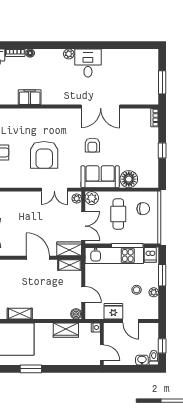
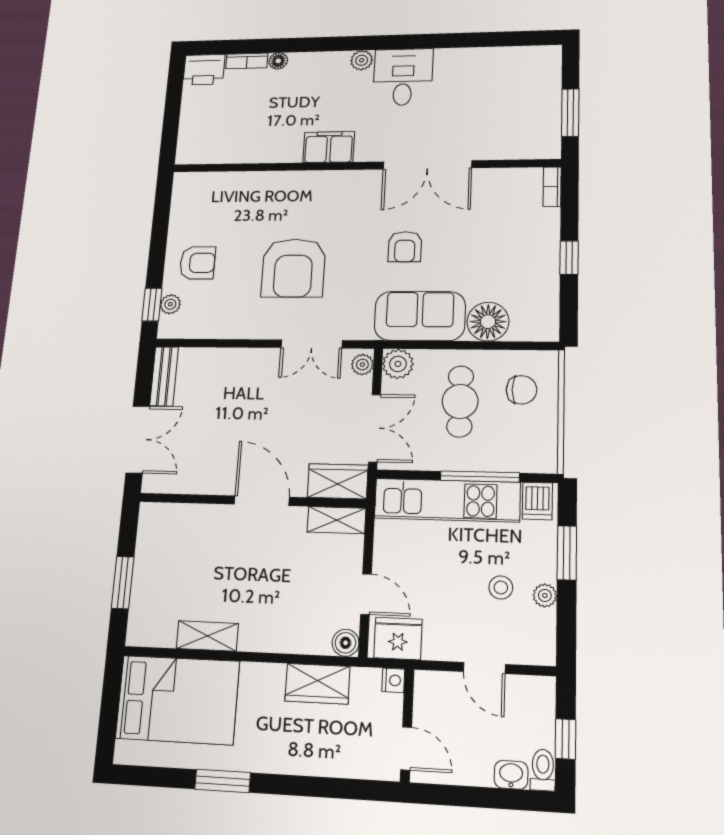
filing cabinet: (30, 97) -> (329, 147), moved
fridge: (113, 311) -> (398, 638), moved

